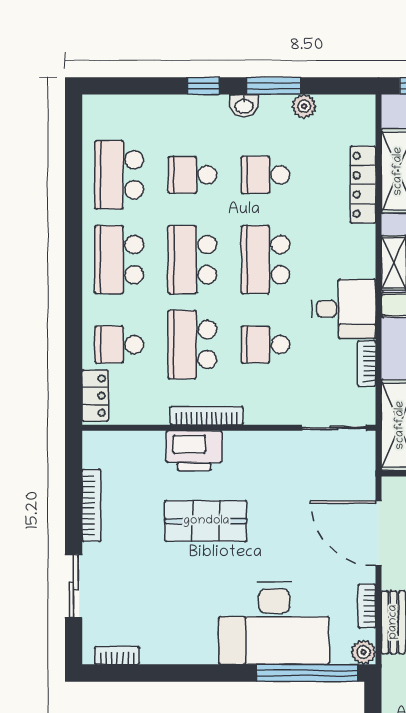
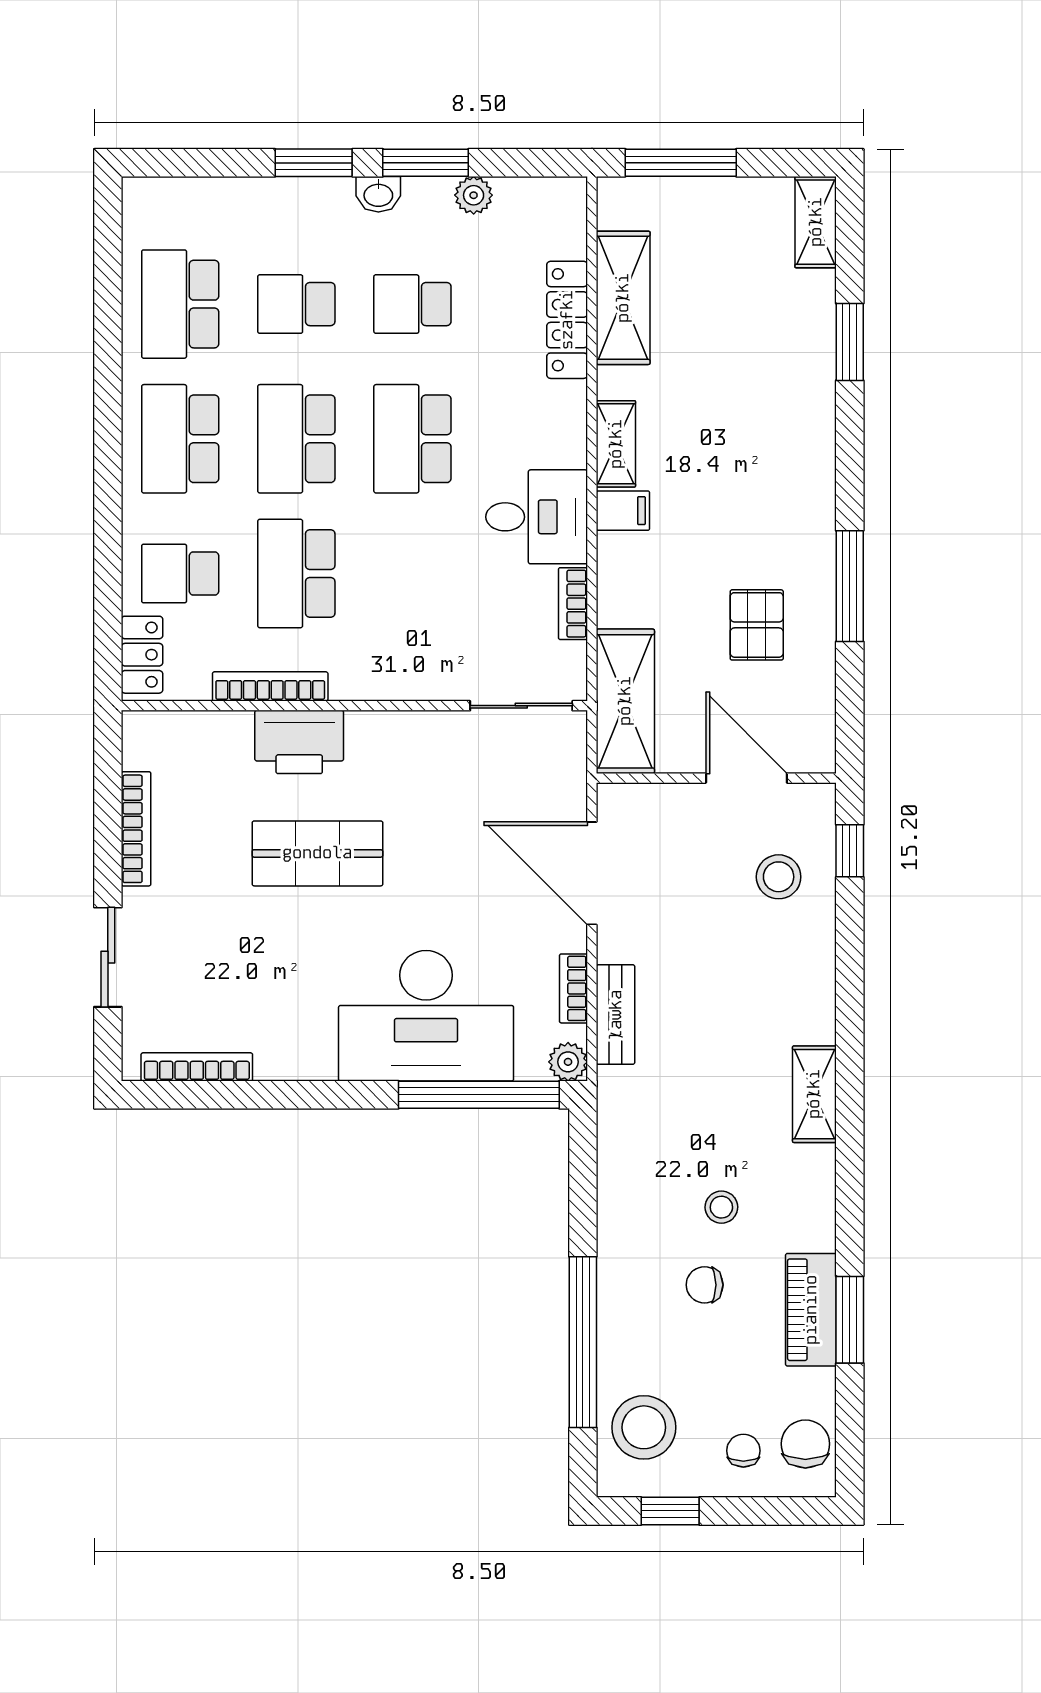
window: (203, 86) -> (314, 163), width x1.50
school desk: (266, 345) -> (412, 573), removed
bookcase: (207, 416) -> (270, 686), moved
bookcase: (117, 655) -> (197, 1067), width x1.56

